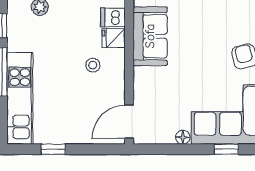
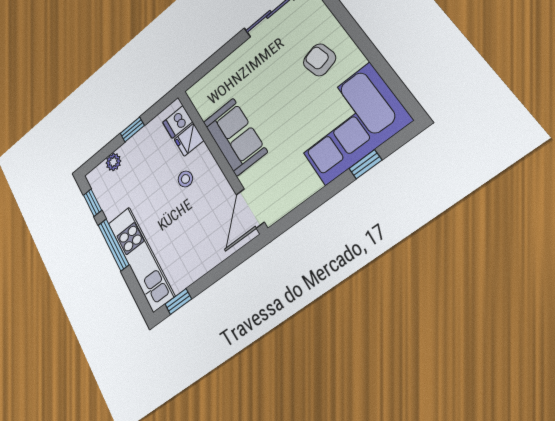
sofa: (150, 36) -> (235, 137), moved
floor lamp: (183, 137) -> (312, 185), removed
window: (53, 149) -> (178, 302), moved

